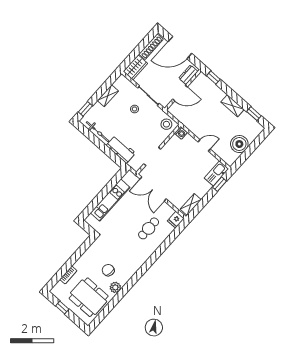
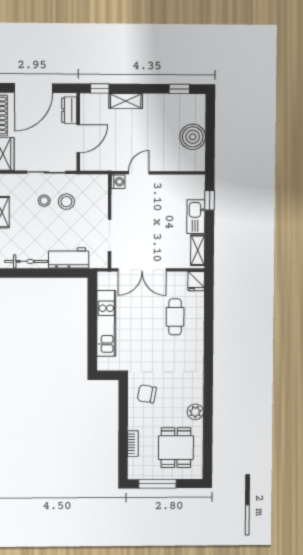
shelving: (232, 106) -> (126, 101), moved
stool: (166, 124) -> (66, 202), moved
door: (204, 145) -> (139, 173), moved
kitchen sink: (216, 173) -> (196, 217), moved
chair: (108, 270) -> (147, 394), moved
dining table: (89, 297) -> (176, 448), width x0.73
window: (62, 308) -> (157, 484), width x2.17

